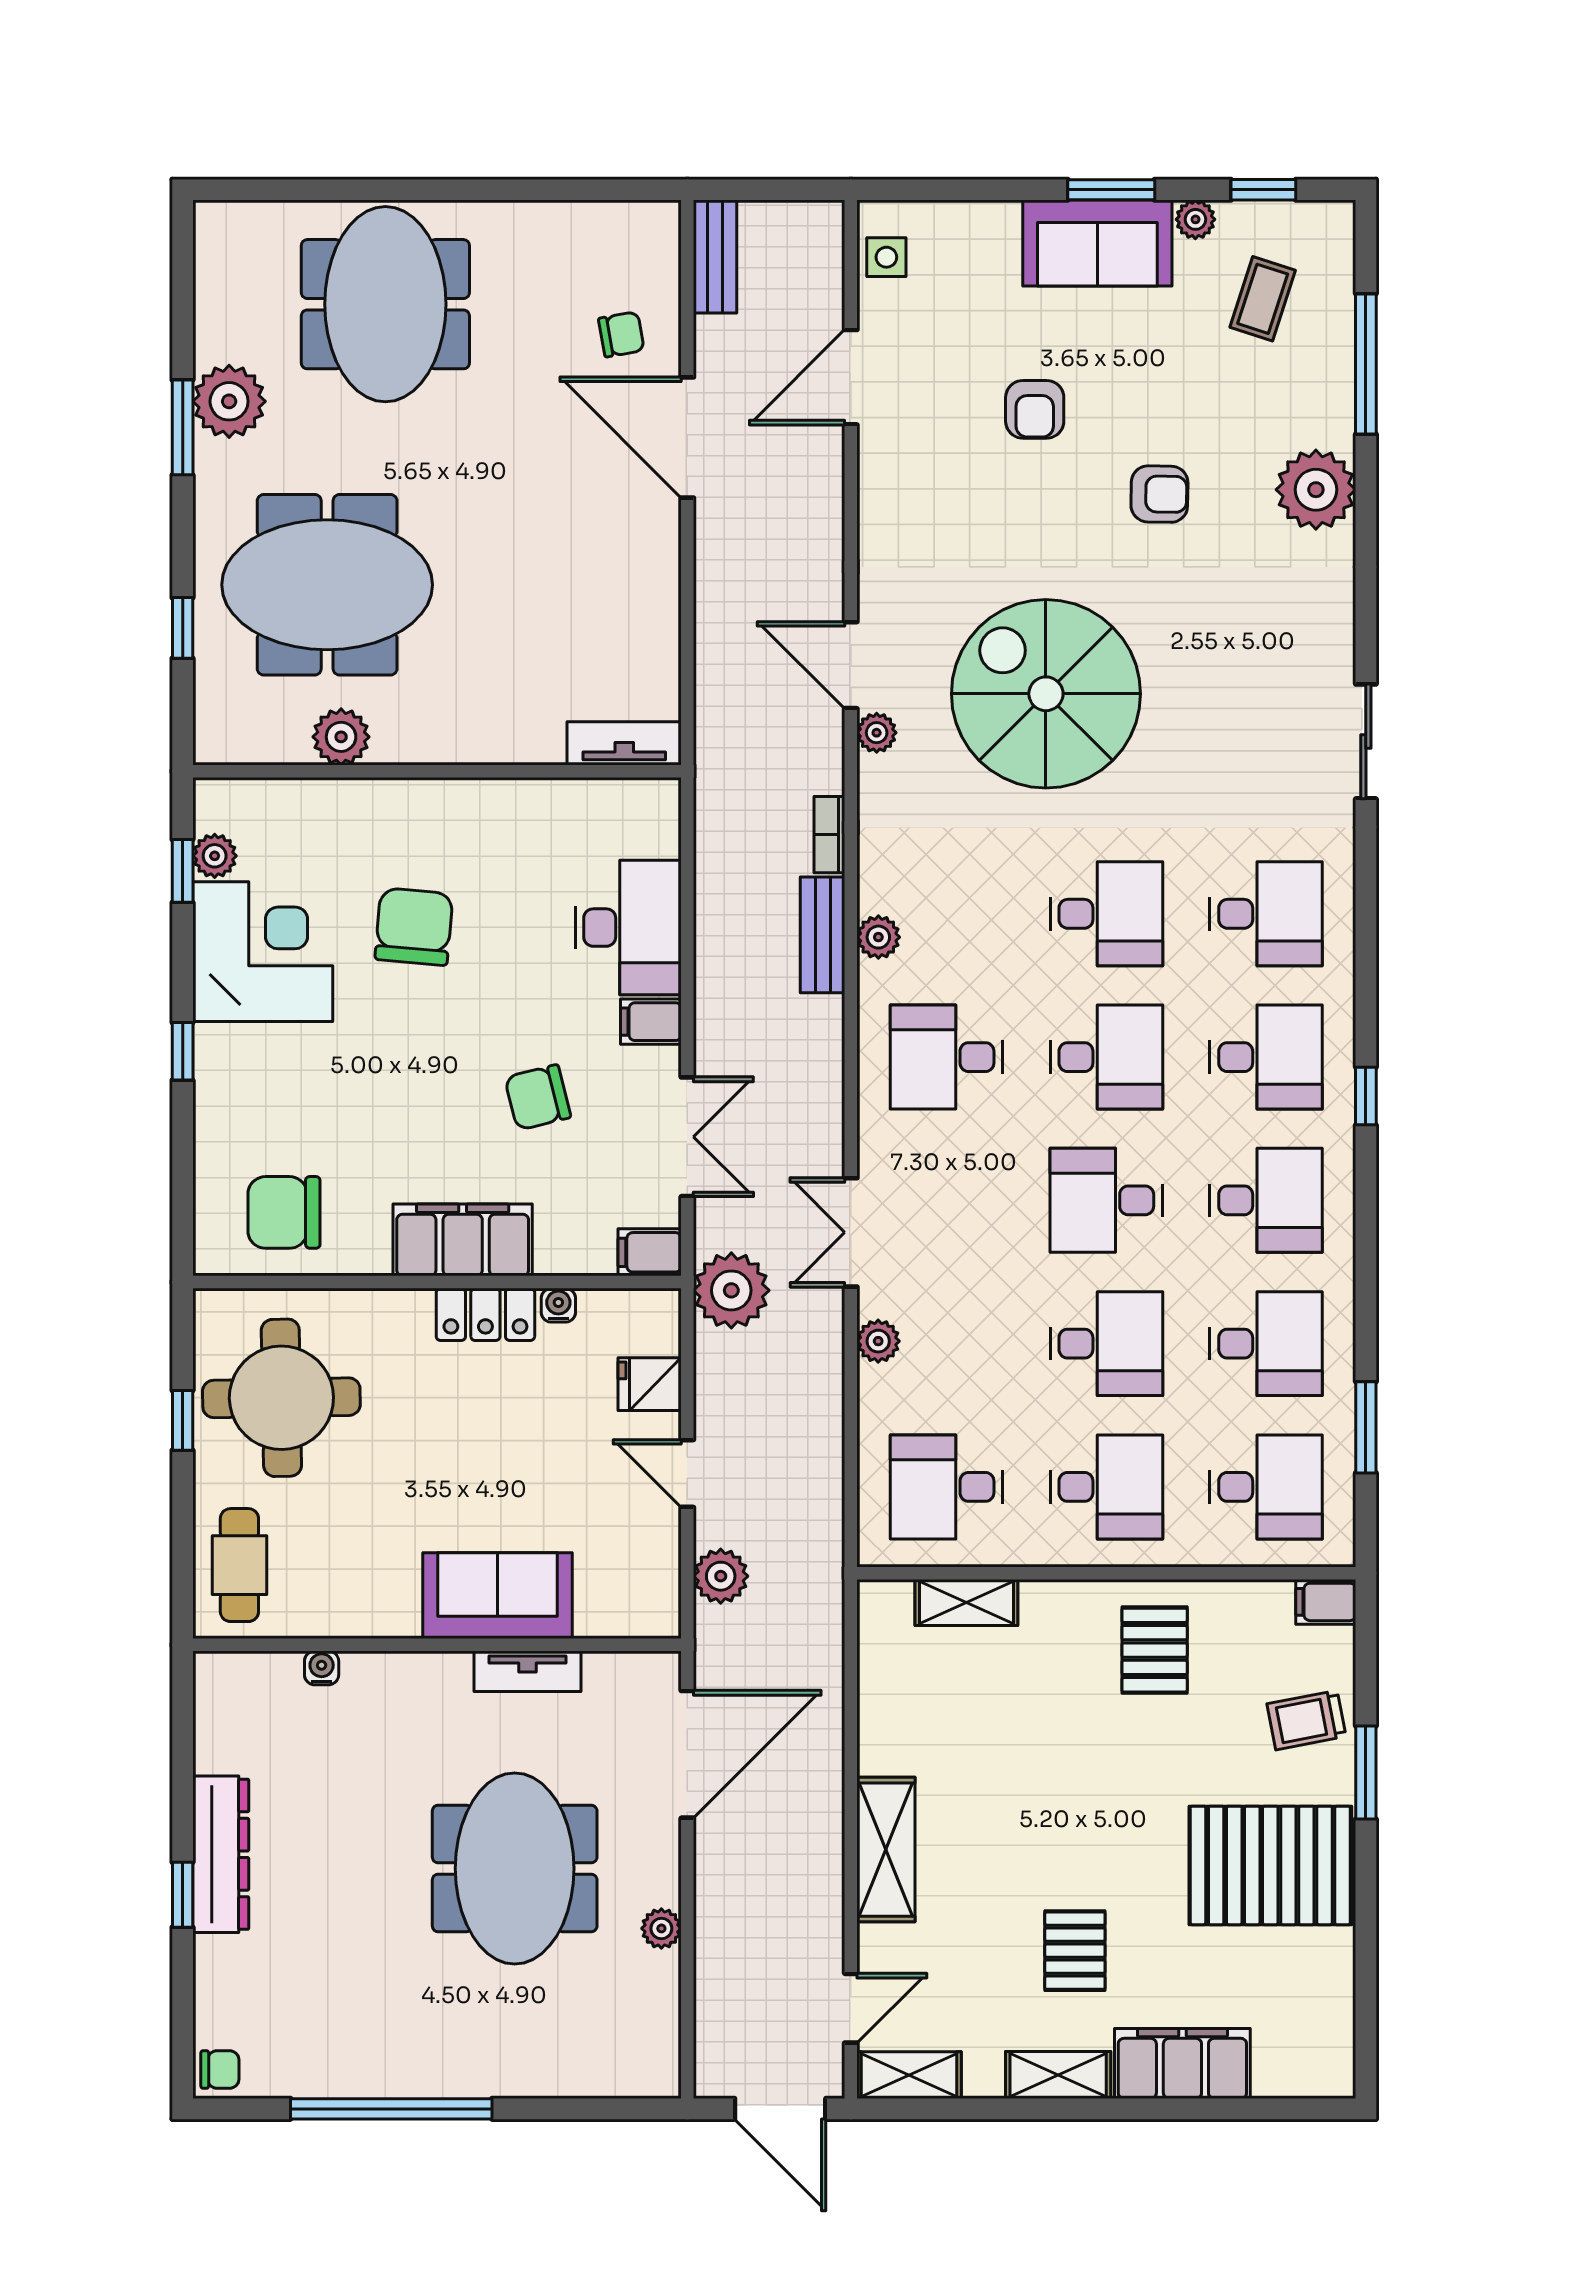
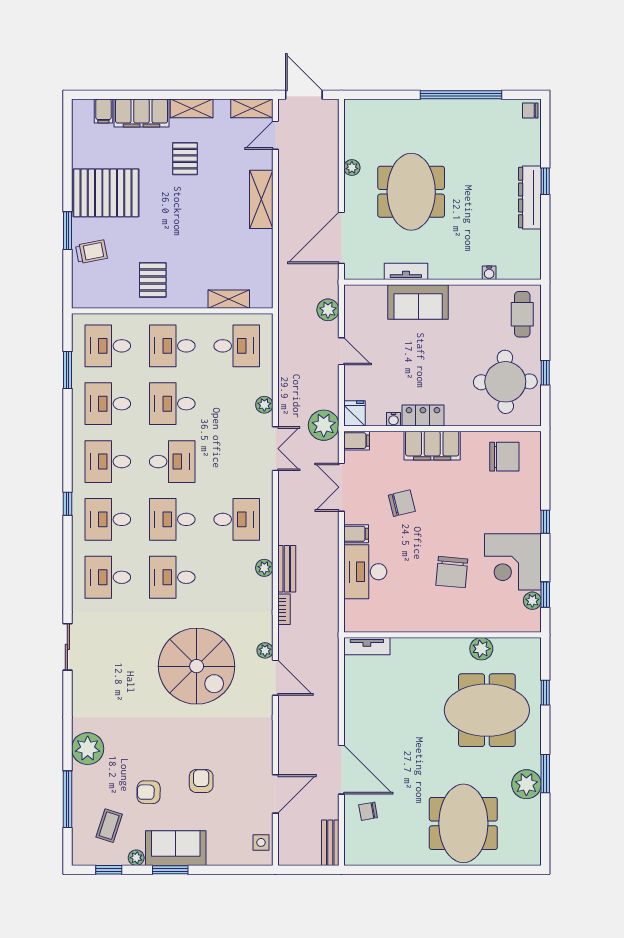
armchair: (1159, 494) -> (149, 792), moved
fridge: (650, 1384) -> (355, 413), moved, turned -90
filing cabinet: (1326, 1602) -> (103, 111), moved, turned 90

